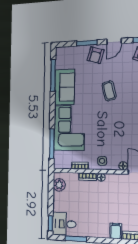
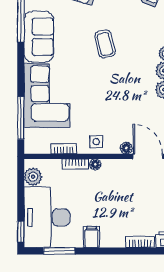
desk: (64, 224) -> (47, 217), width x1.87, depth x1.30
filing cabinet: (116, 231) -> (91, 237), moved

